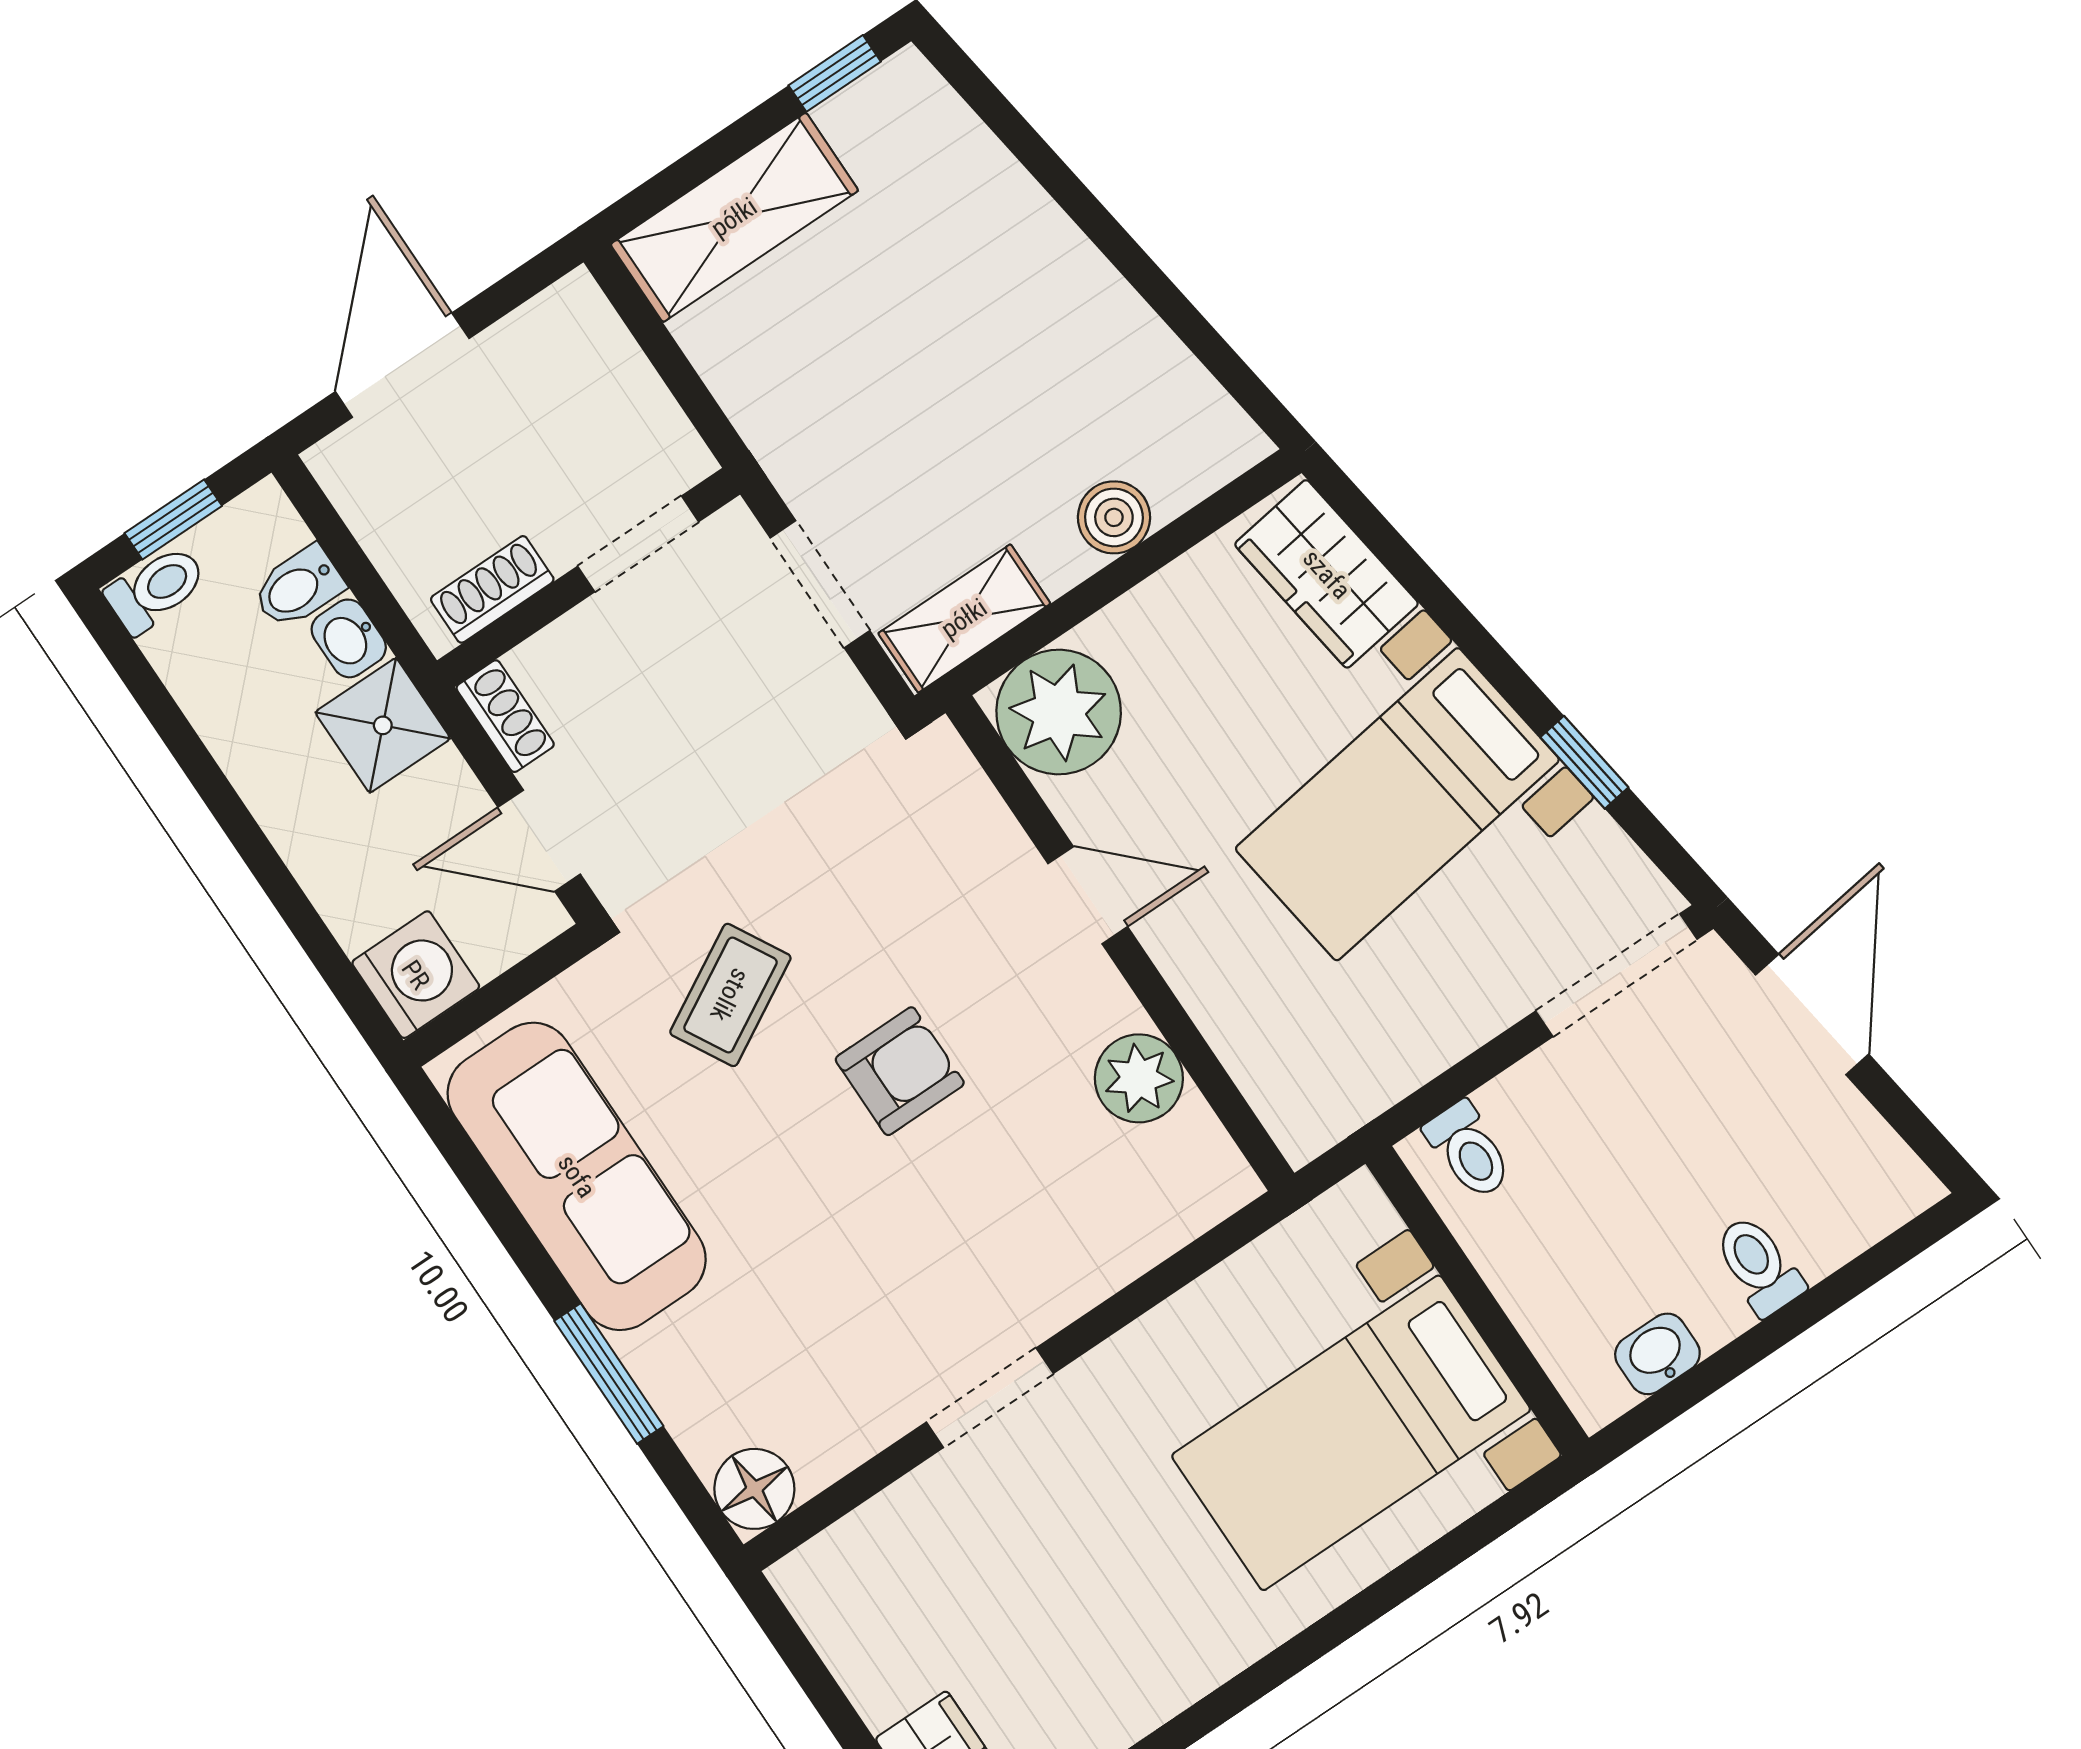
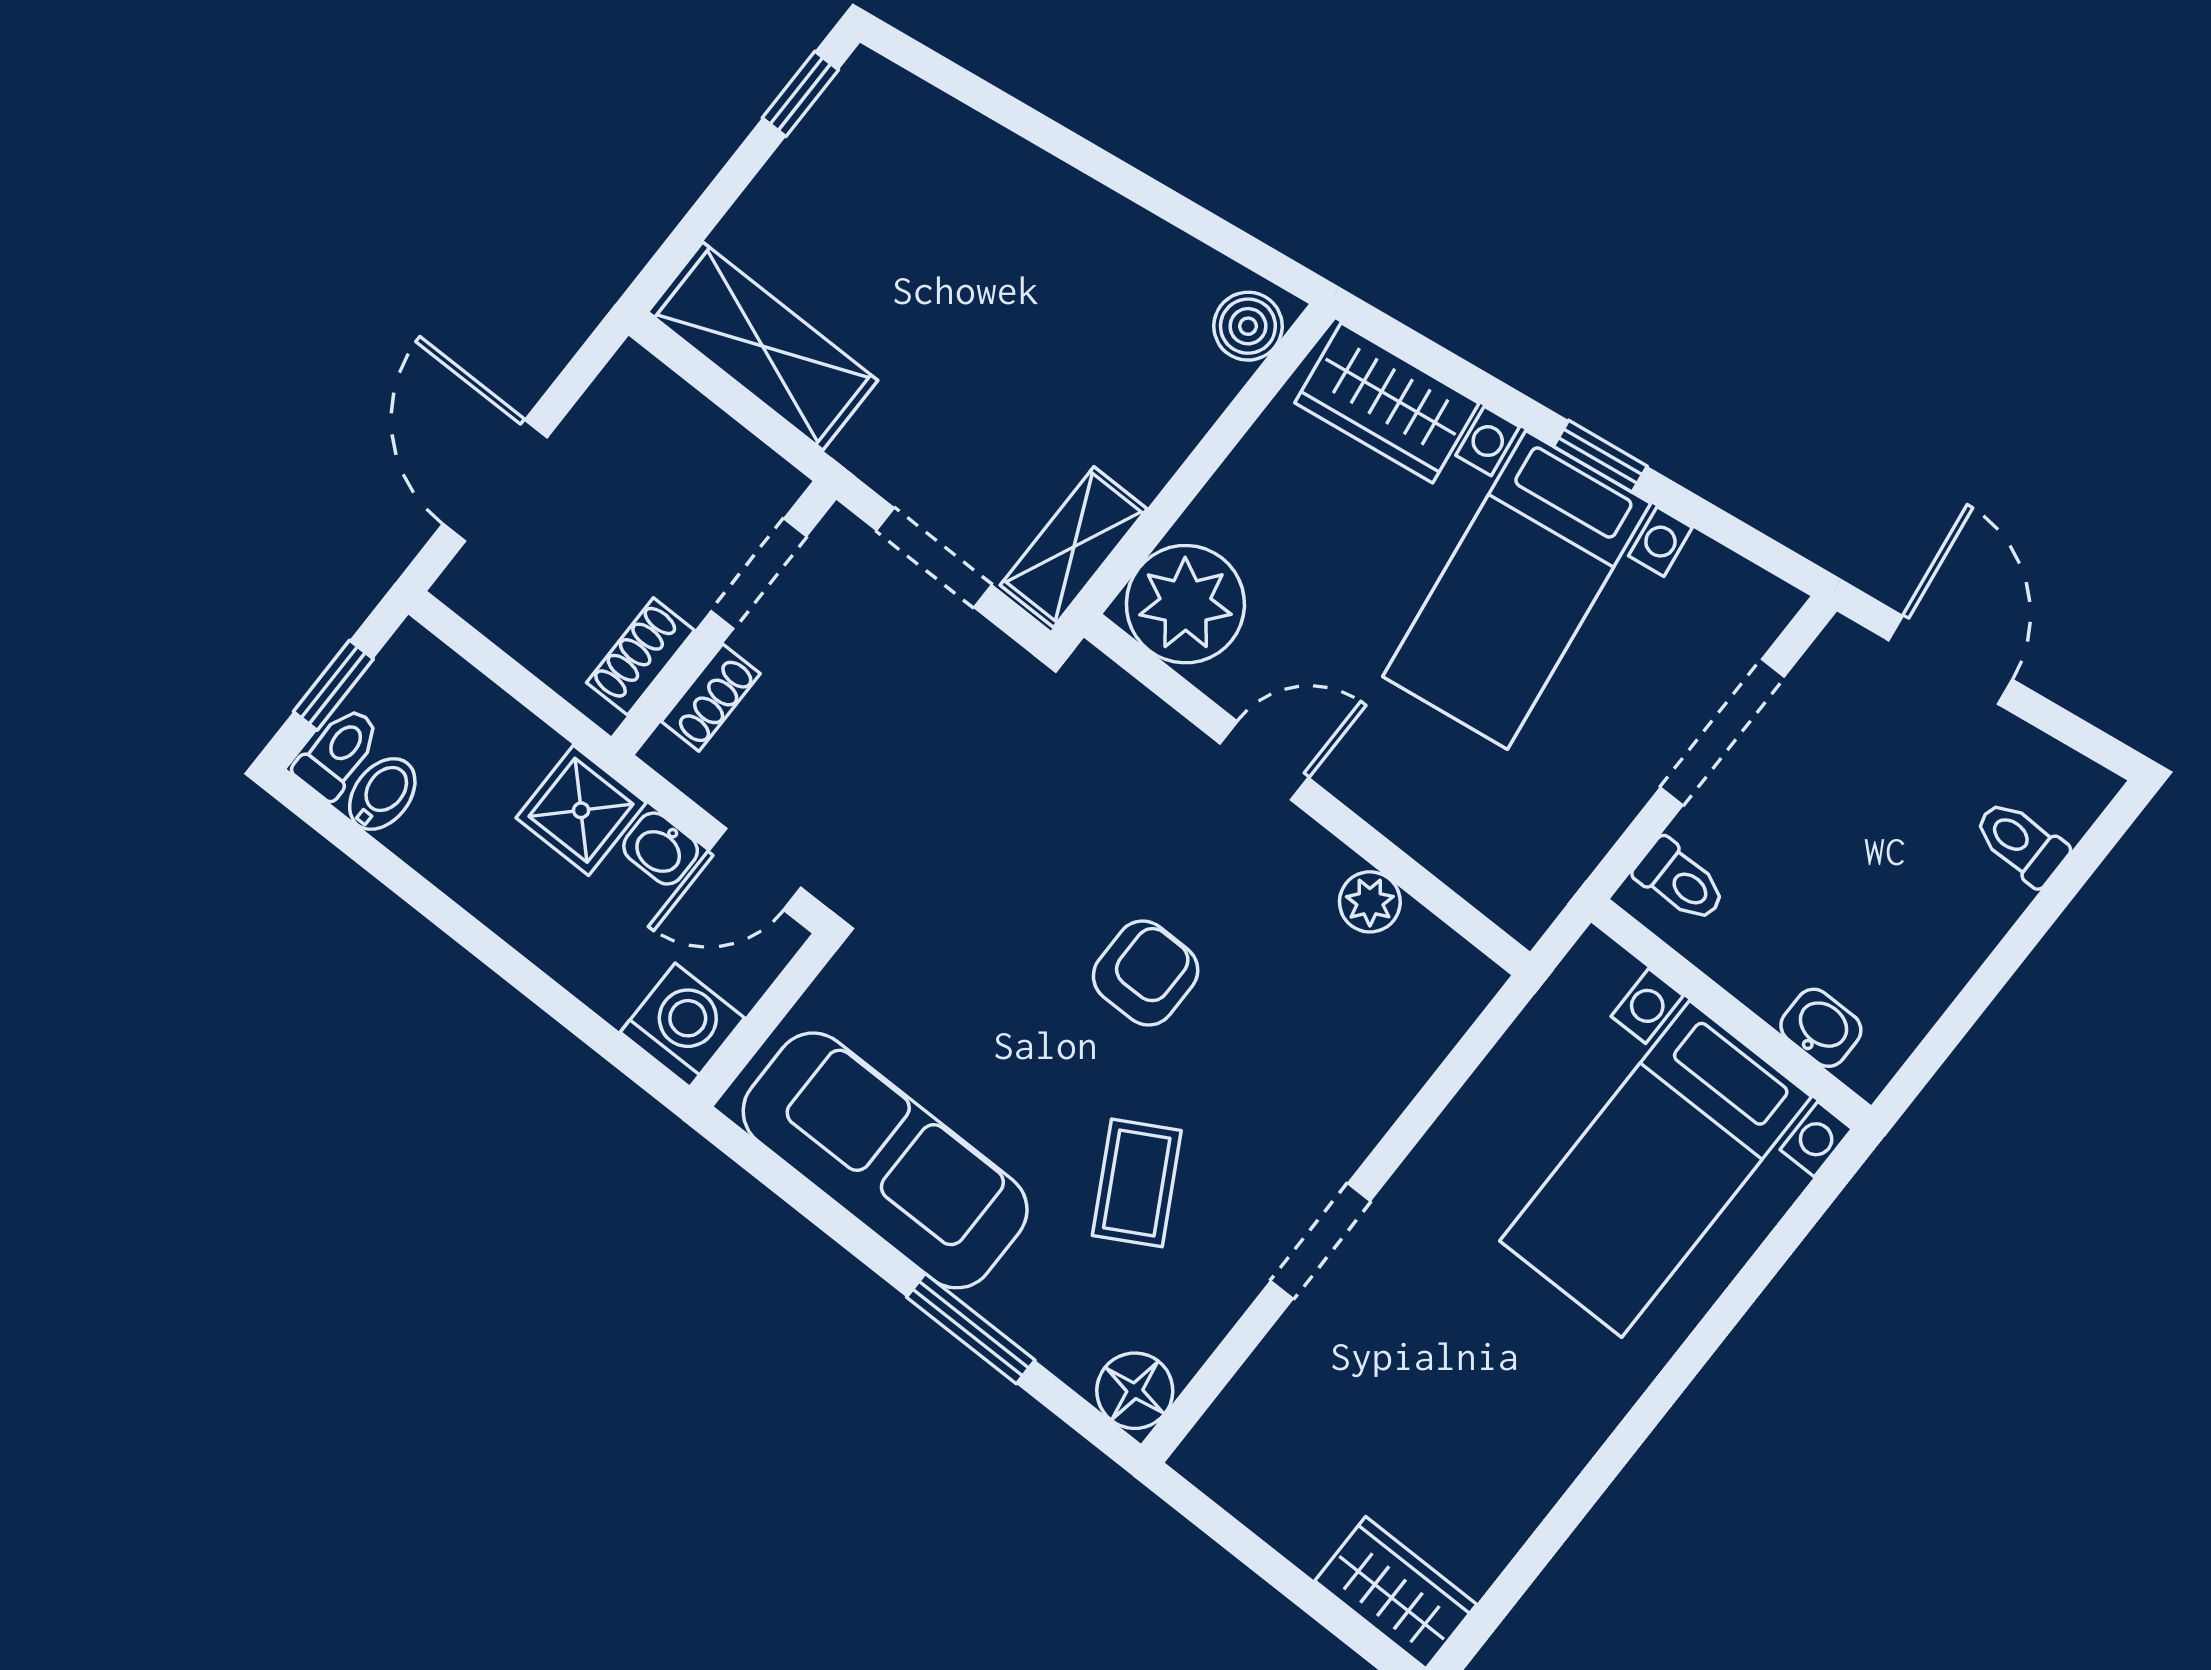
shelving: (734, 217) -> (763, 346), moved, turned 90
boiler: (1114, 517) -> (1248, 326), moved
bidet: (298, 587) -> (382, 794), moved, turned 180
washbasin: (349, 638) -> (661, 849), moved
shoe rack: (505, 716) -> (711, 698), moved, turned 90
window: (1584, 762) -> (1600, 456), moved
doorway: (1616, 975) -> (1722, 732), moved
coffee table: (730, 995) -> (1137, 1183), moved
plant: (1139, 1078) -> (1370, 902), width x0.73, depth x0.73
toilet: (1759, 1265) -> (2021, 842), moved
washbasin: (1657, 1354) -> (1821, 1028), moved, turned 90

